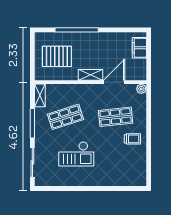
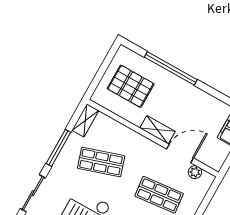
plant: (141, 89) -> (195, 172), moved

